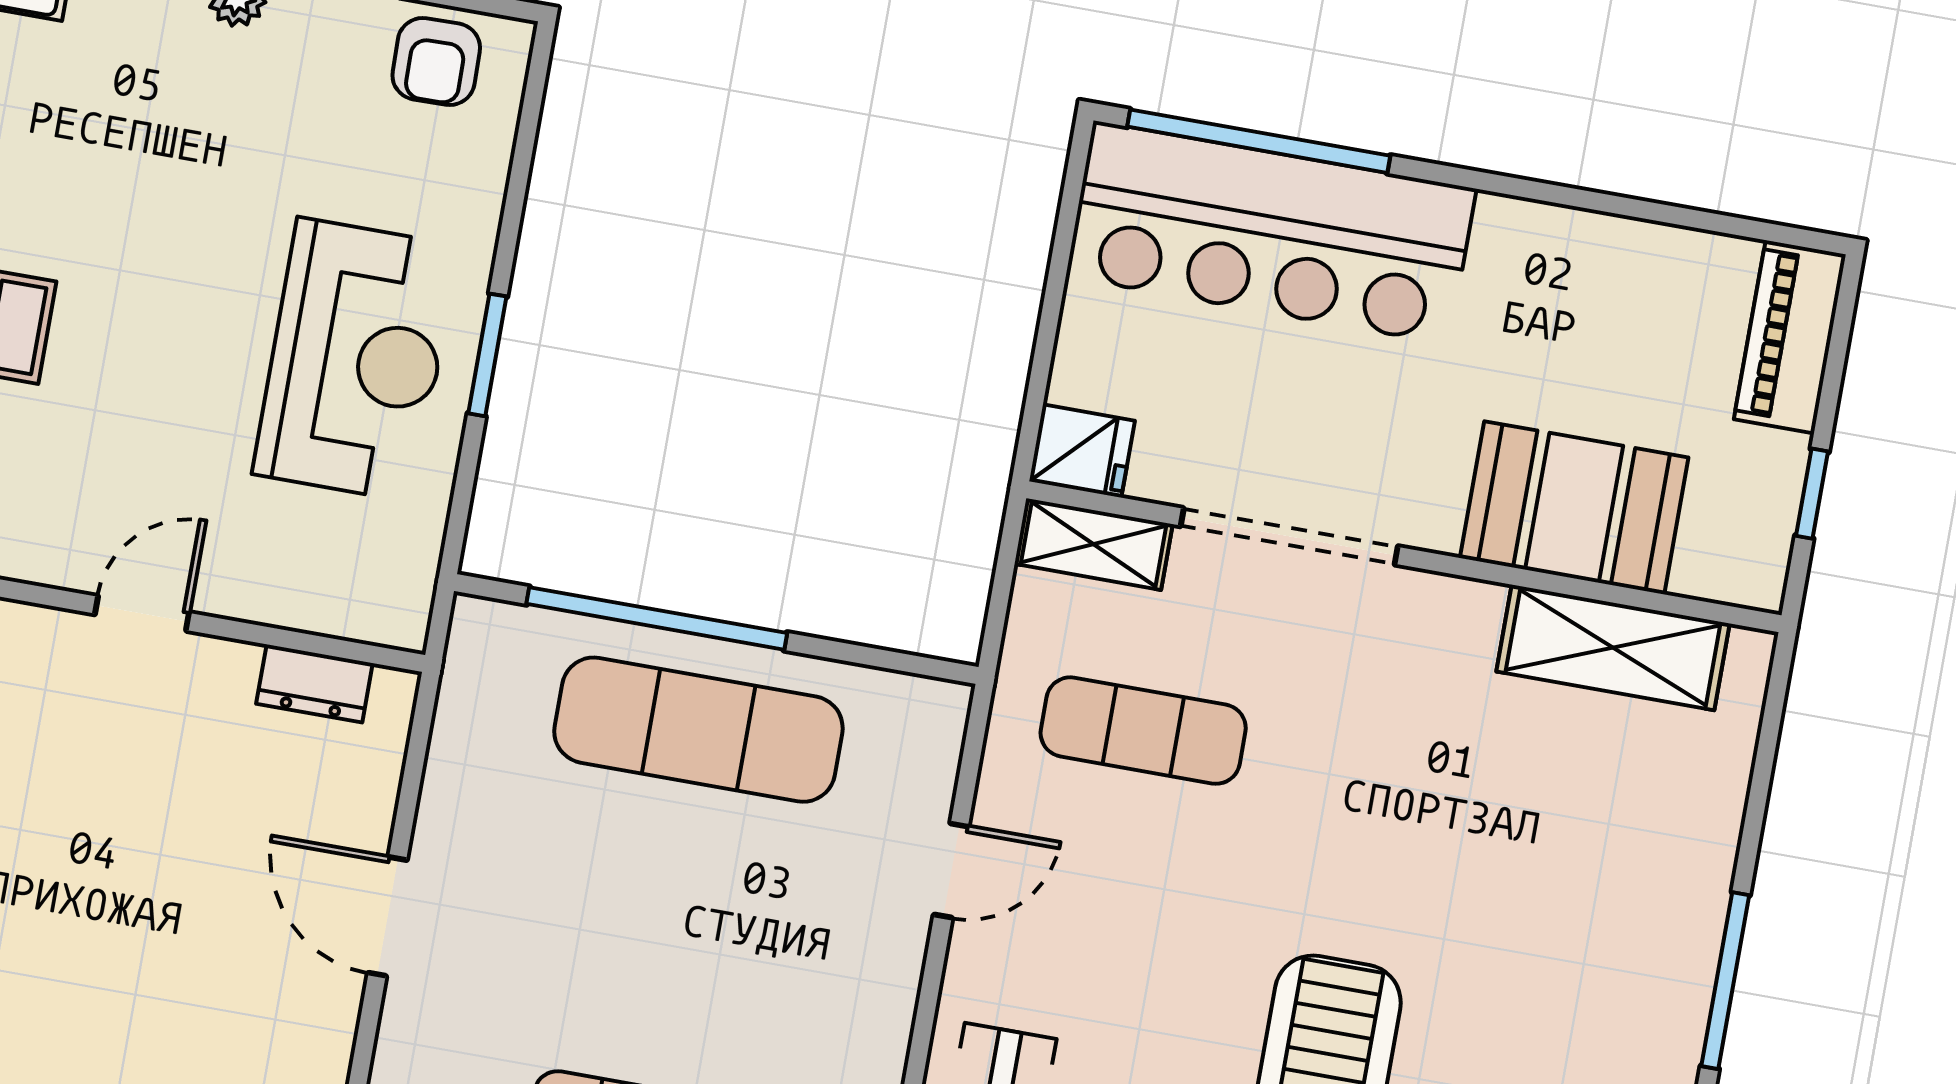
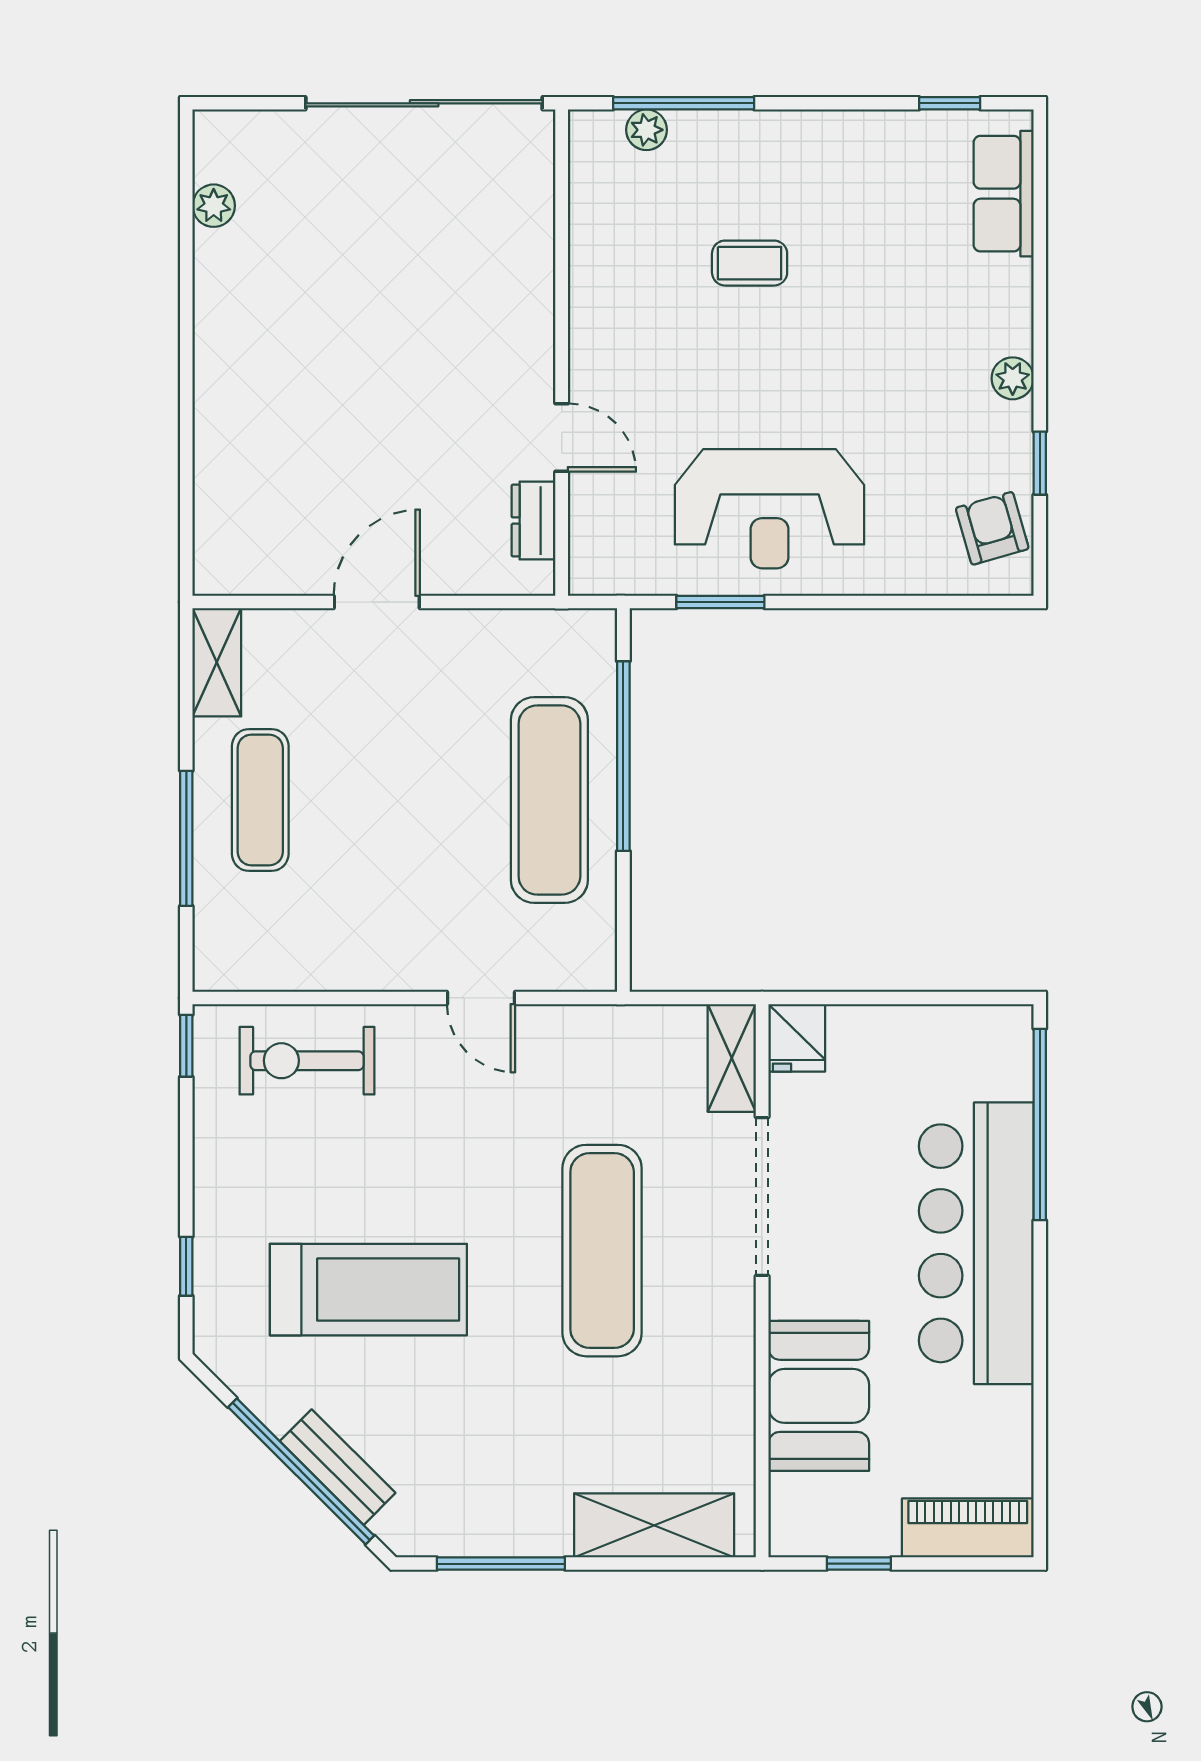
armchair: (436, 61) -> (992, 528), turned 75
bar counter: (1271, 233) -> (976, 1243), moved
window: (487, 355) -> (720, 602), moved
door: (142, 613) -> (562, 438), moved
shelving: (1613, 648) -> (654, 1525), moved, turned 90
exercise mat: (1143, 731) -> (602, 1251), moved, width x1.36, depth x1.45

